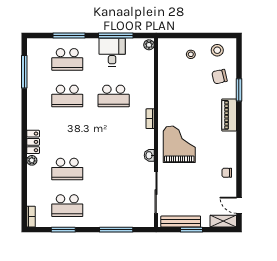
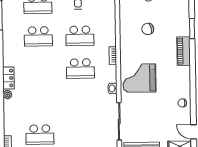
chair: (220, 77) -> (148, 29), moved
grand piano: (179, 144) -> (139, 78), turned -90
school desk: (67, 169) -> (80, 68), moved

